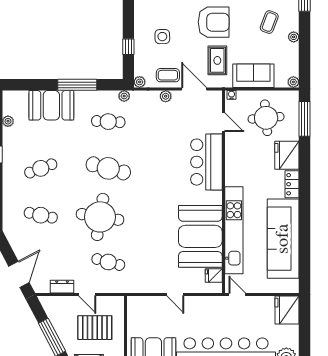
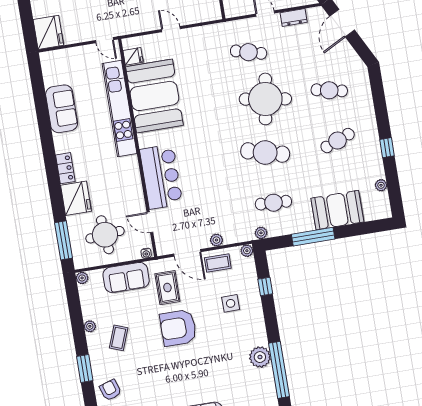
sofa: (283, 239) -> (62, 109), width x0.54, depth x0.79

